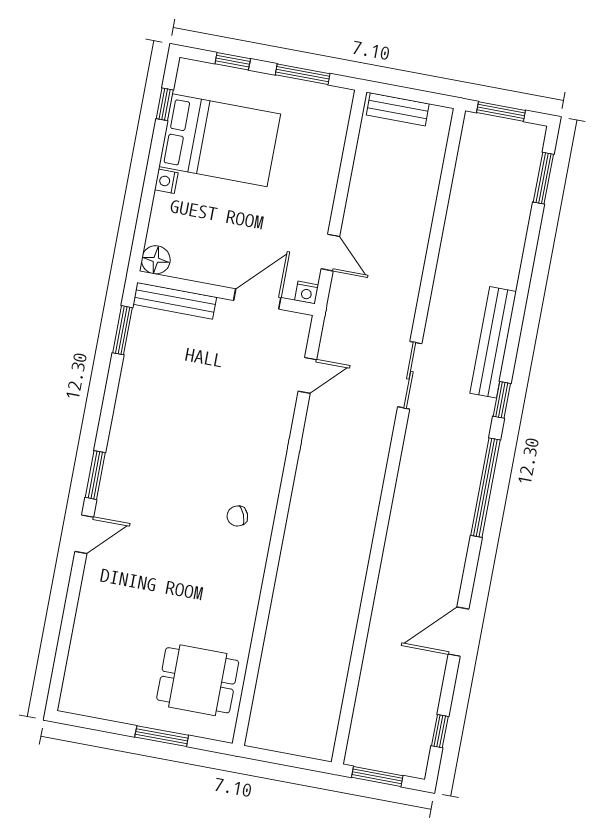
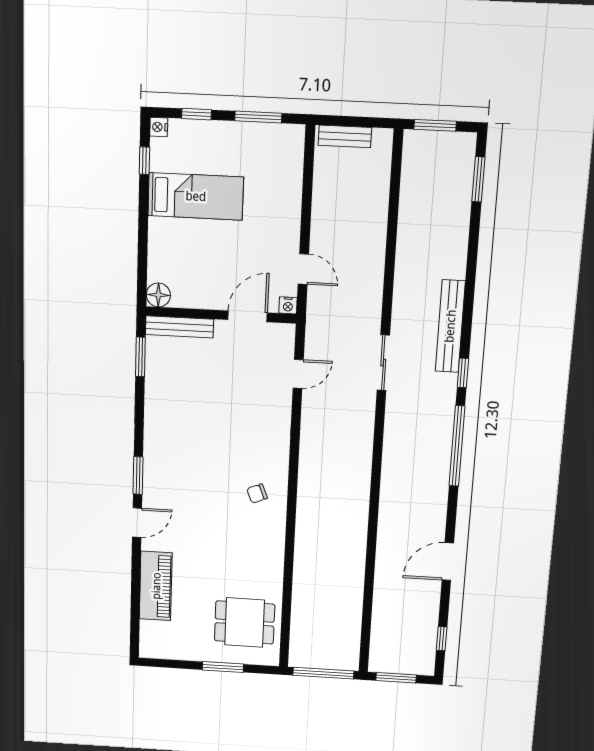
bed: (220, 140) -> (196, 196), width x0.67
nightstand: (166, 181) -> (159, 127), moved
piano: (94, 619) -> (156, 586), added
window: (287, 760) -> (323, 673), added

